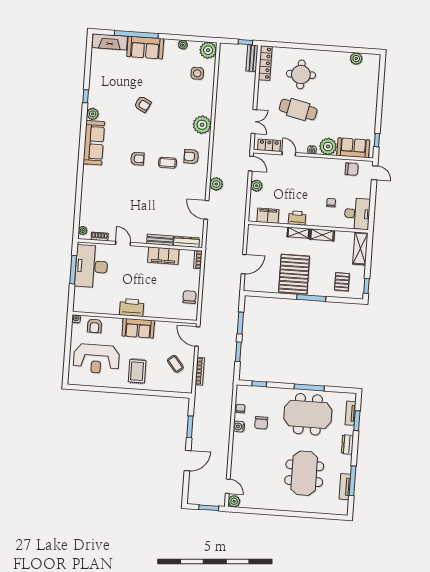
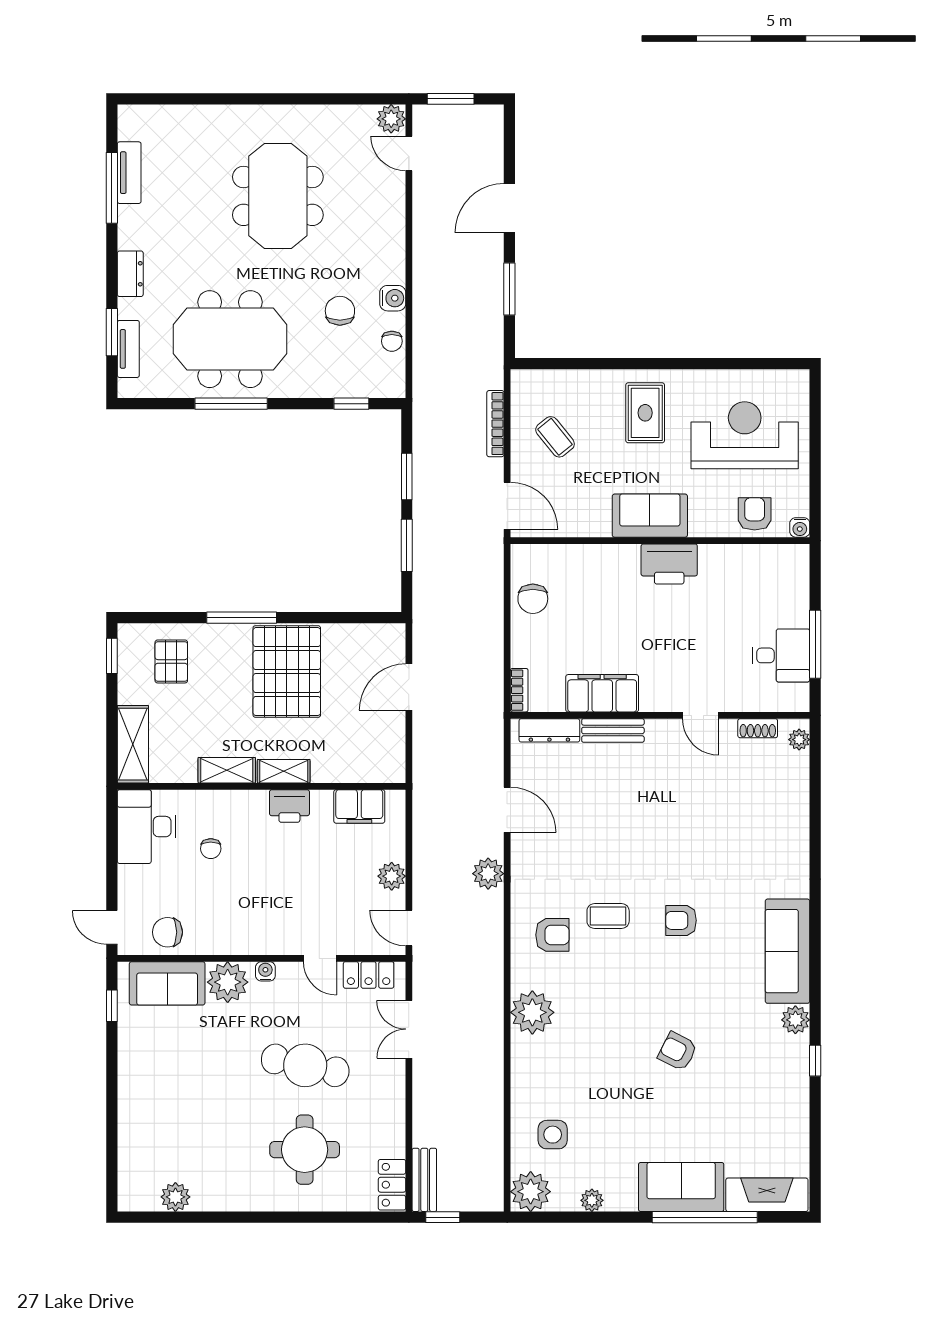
locker: (265, 63) -> (392, 1185), width x0.66
desk: (91, 266) -> (781, 655), width x0.53, depth x0.77
meeting table: (304, 473) -> (278, 196), moved

